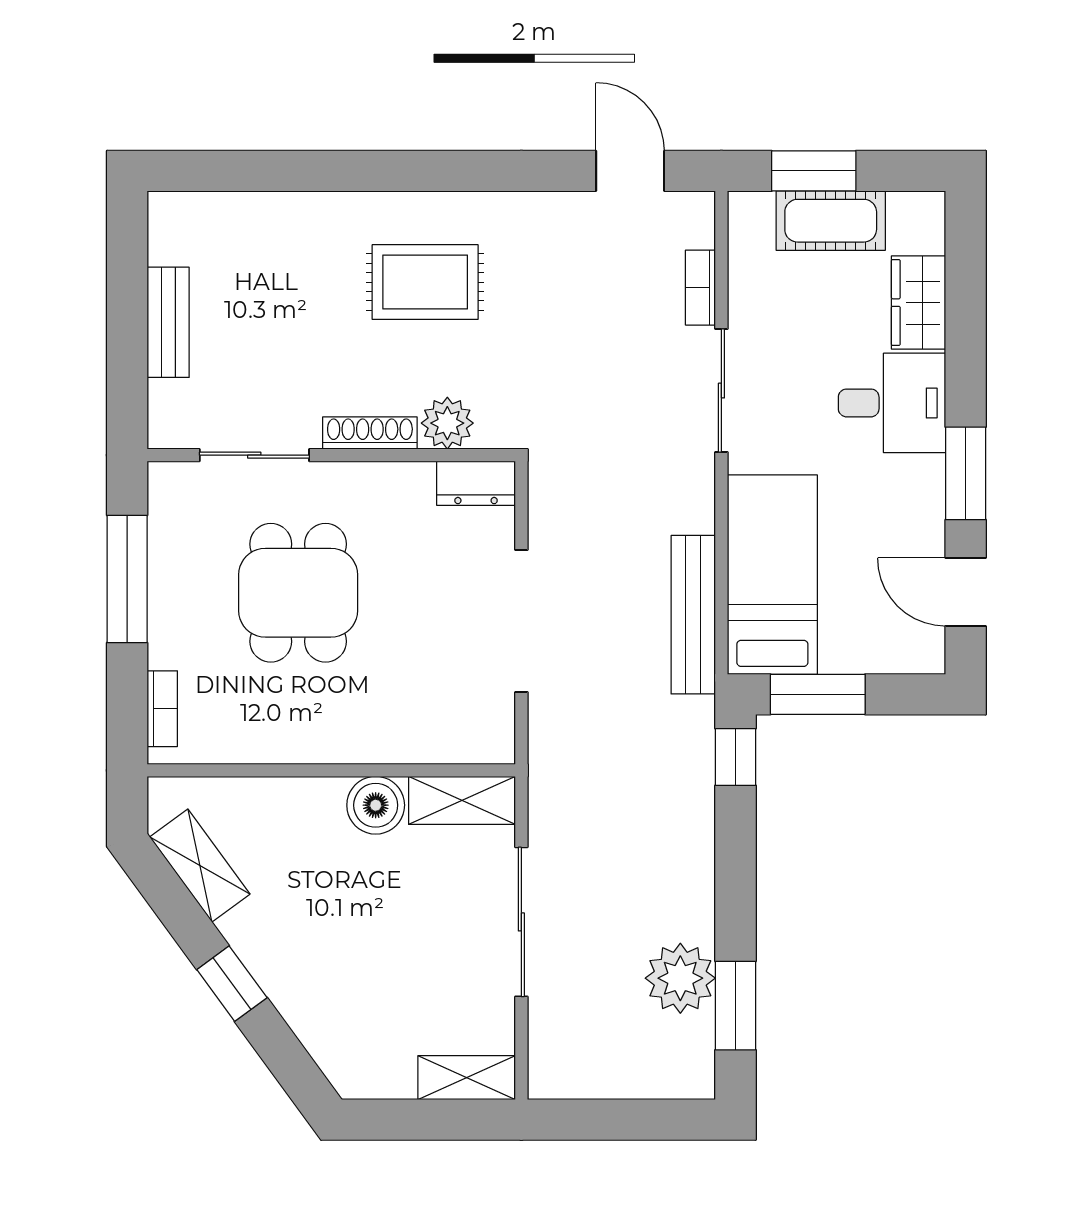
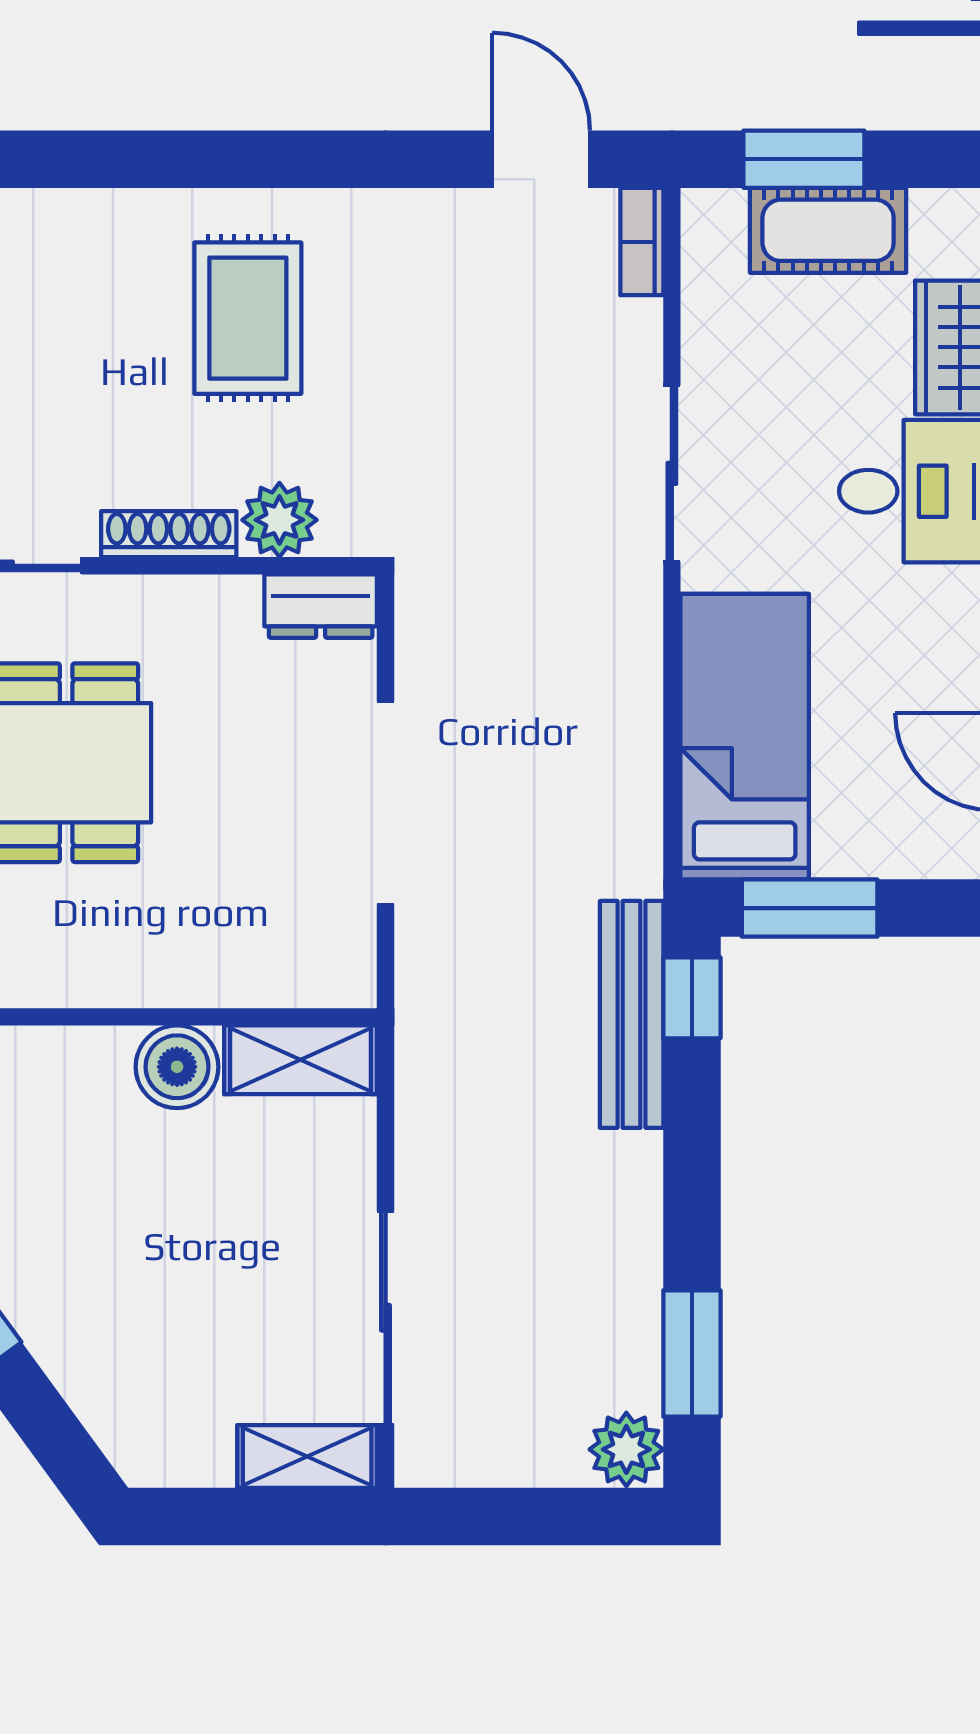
rug: (425, 282) -> (248, 318), turned 90
bookcase: (700, 288) -> (642, 242), moved
bench: (693, 615) -> (632, 1014), moved
sliding door: (521, 922) -> (386, 1318), moved
plant: (680, 978) -> (626, 1449), moved, width x0.73, depth x0.73

